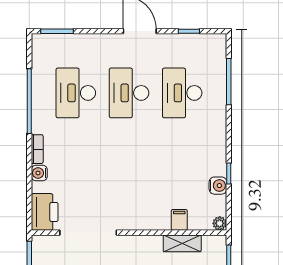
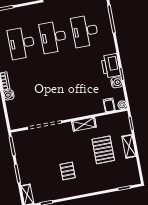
printer: (45, 212) -> (111, 66), moved, turned 180
filing cabinet: (179, 220) -> (109, 105), moved
shelving: (182, 243) -> (84, 124), moved

